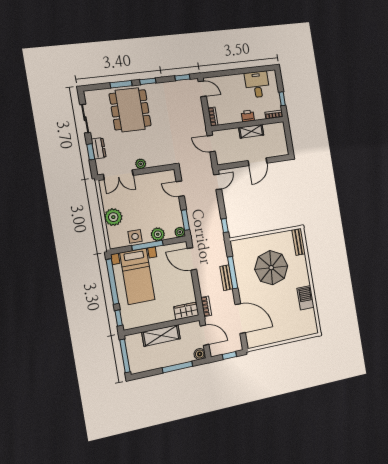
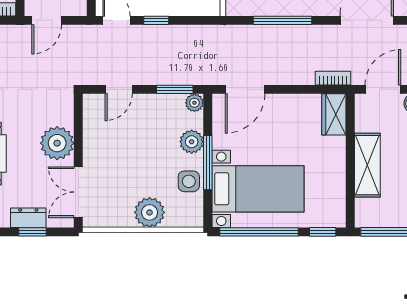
plant: (141, 164) -> (57, 143), width x1.87, depth x1.87
double door: (118, 175) -> (78, 192), swing flipped
window: (225, 225) -> (156, 20), moved
bench: (226, 278) -> (289, 33), removed

